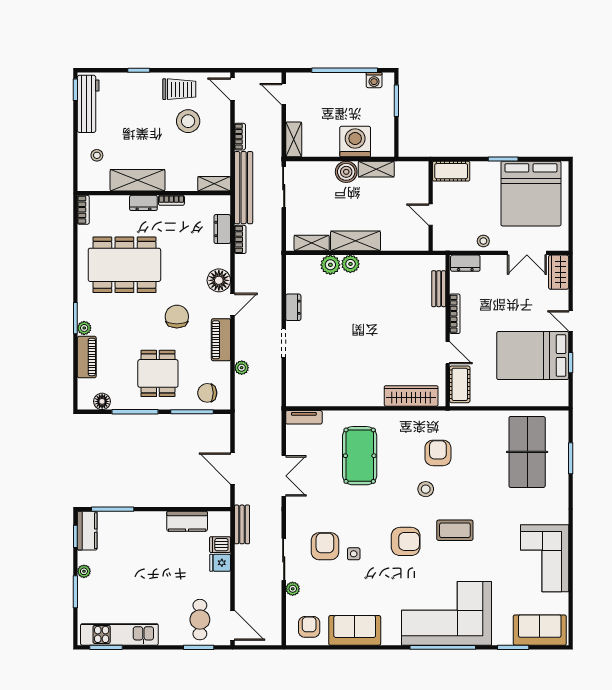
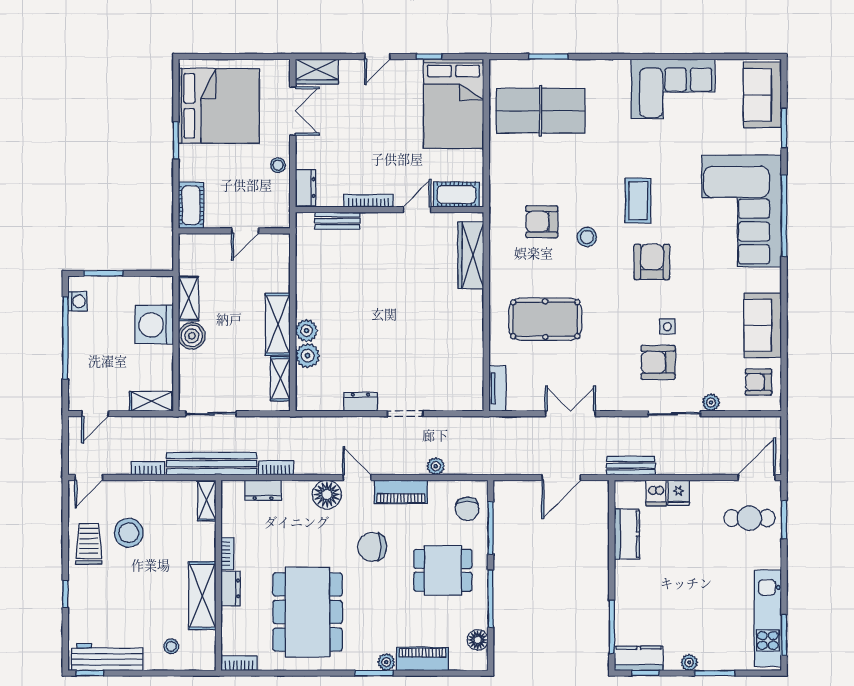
bed: (533, 356) -> (454, 104), moved

